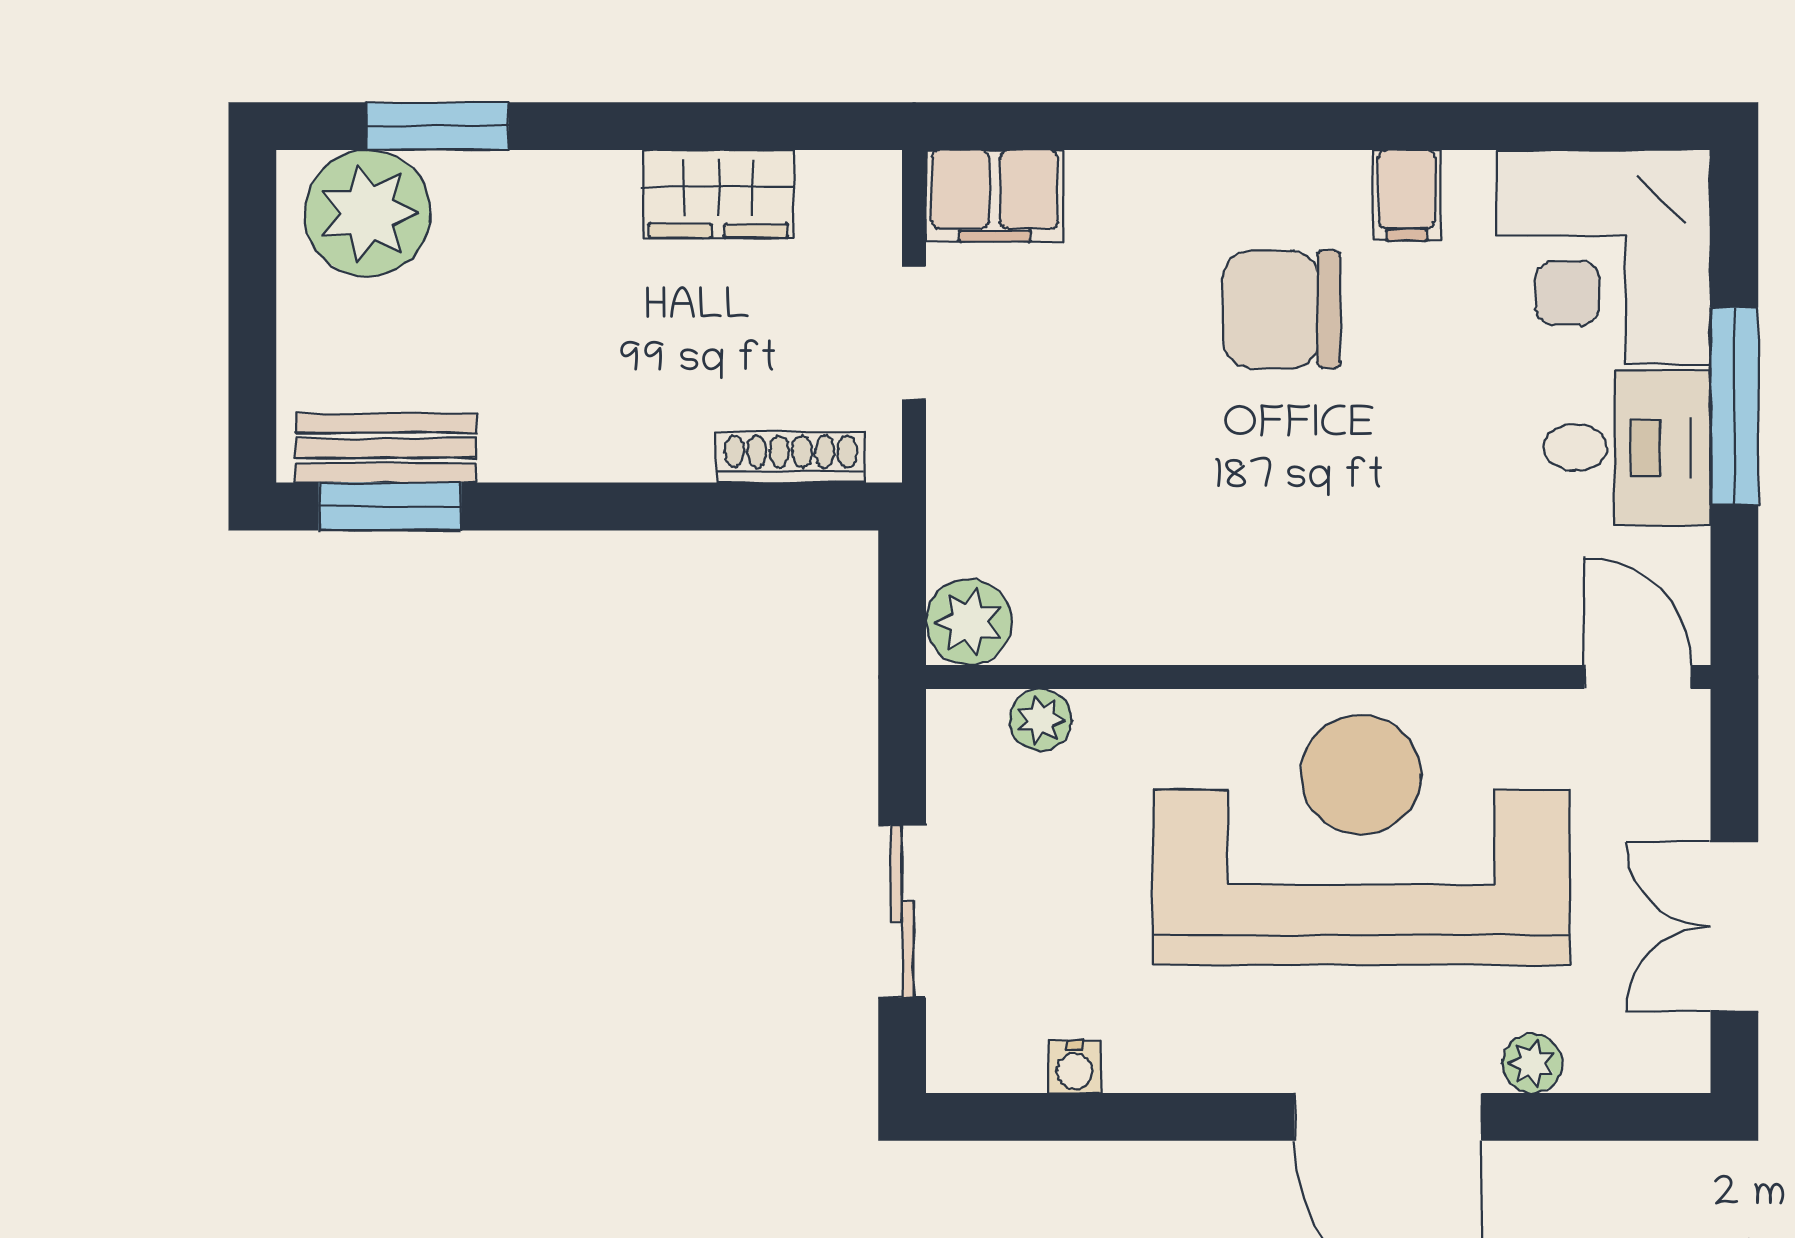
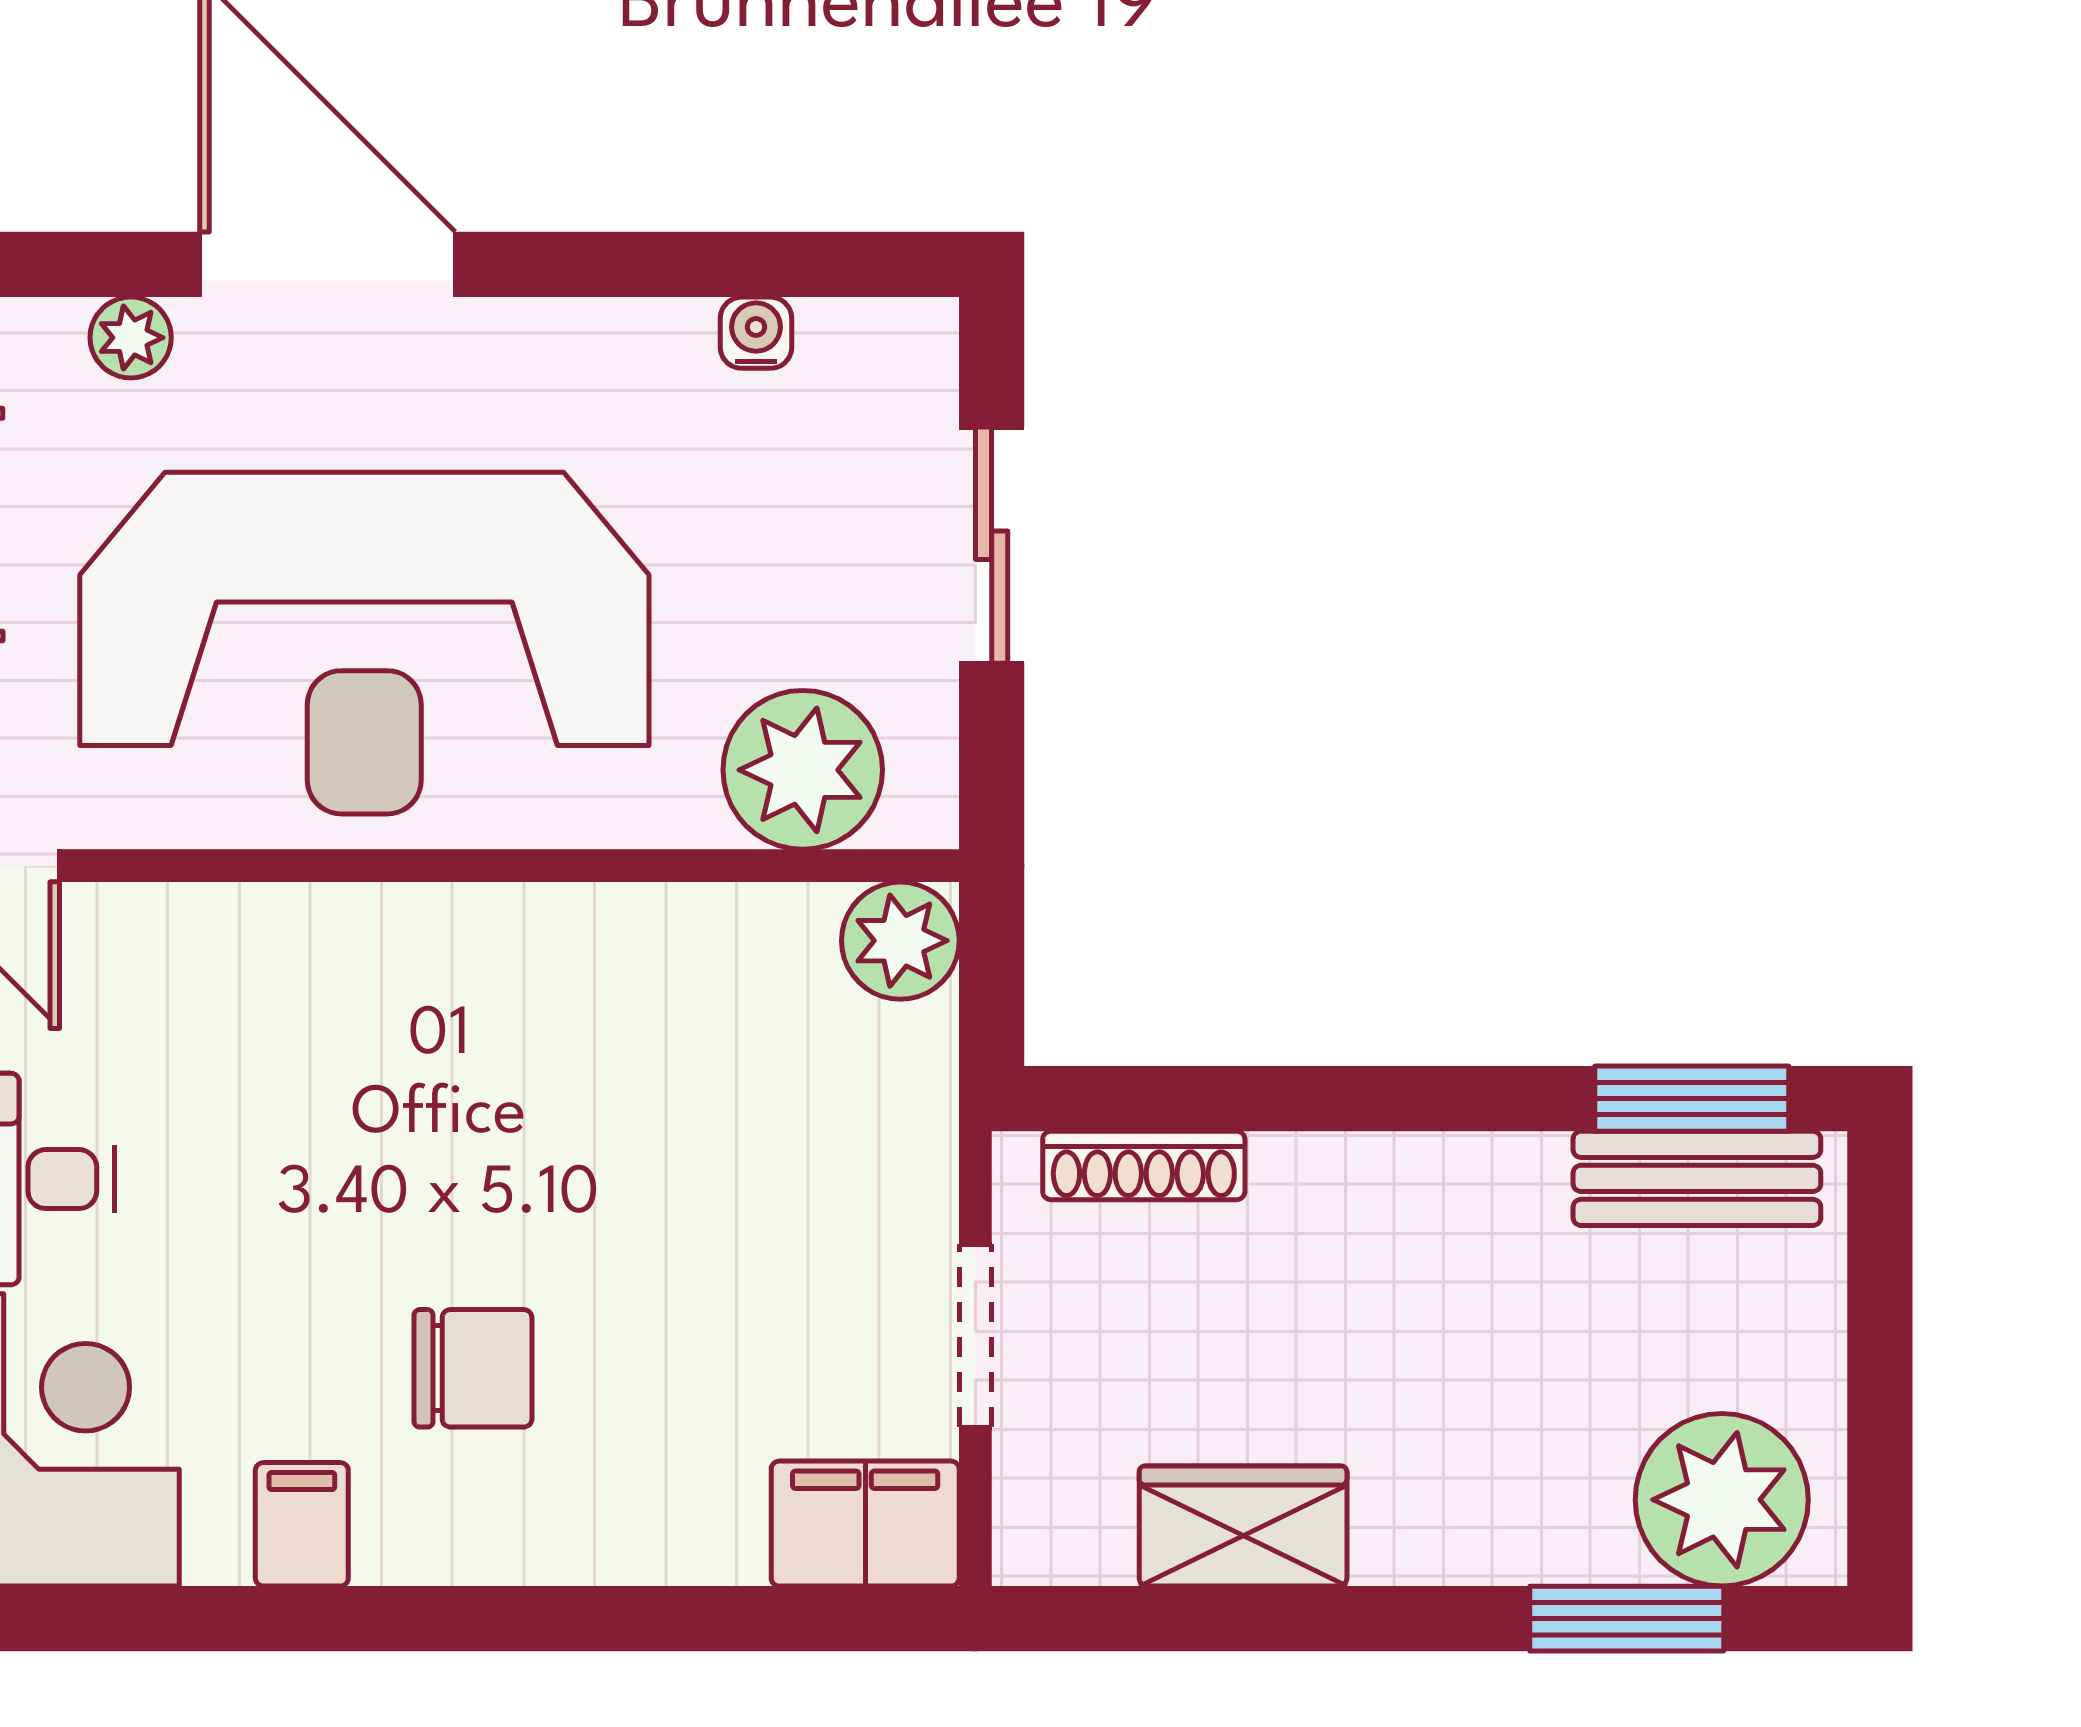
chair: (1282, 309) -> (473, 1368), width x0.73, depth x0.73
plant: (1040, 720) -> (803, 770), width x1.87, depth x1.87

